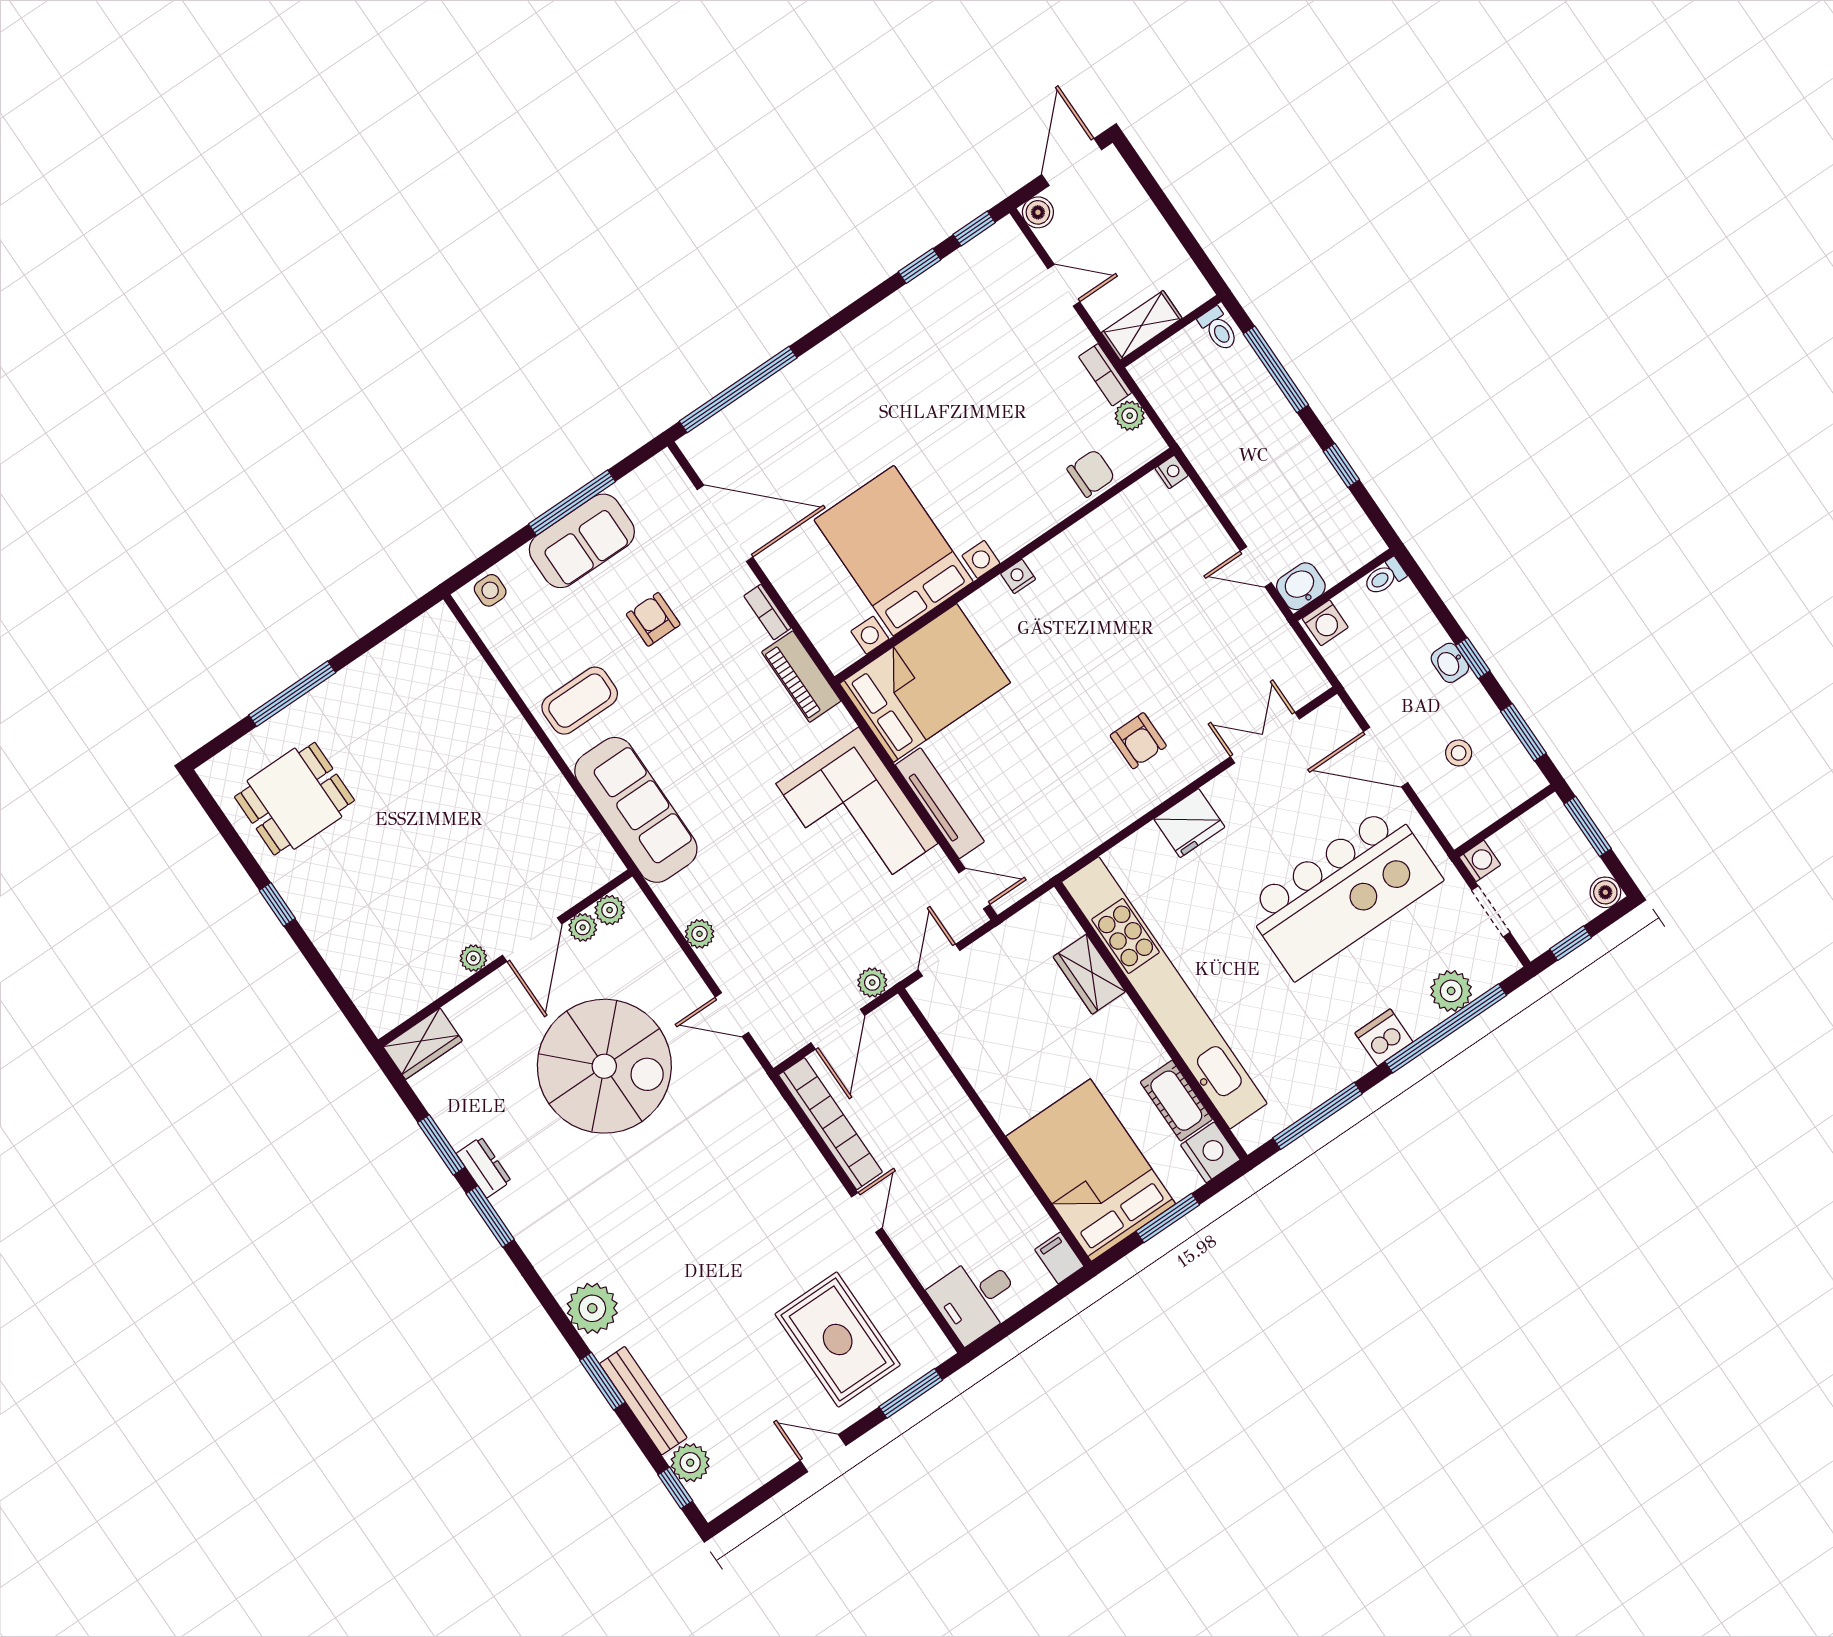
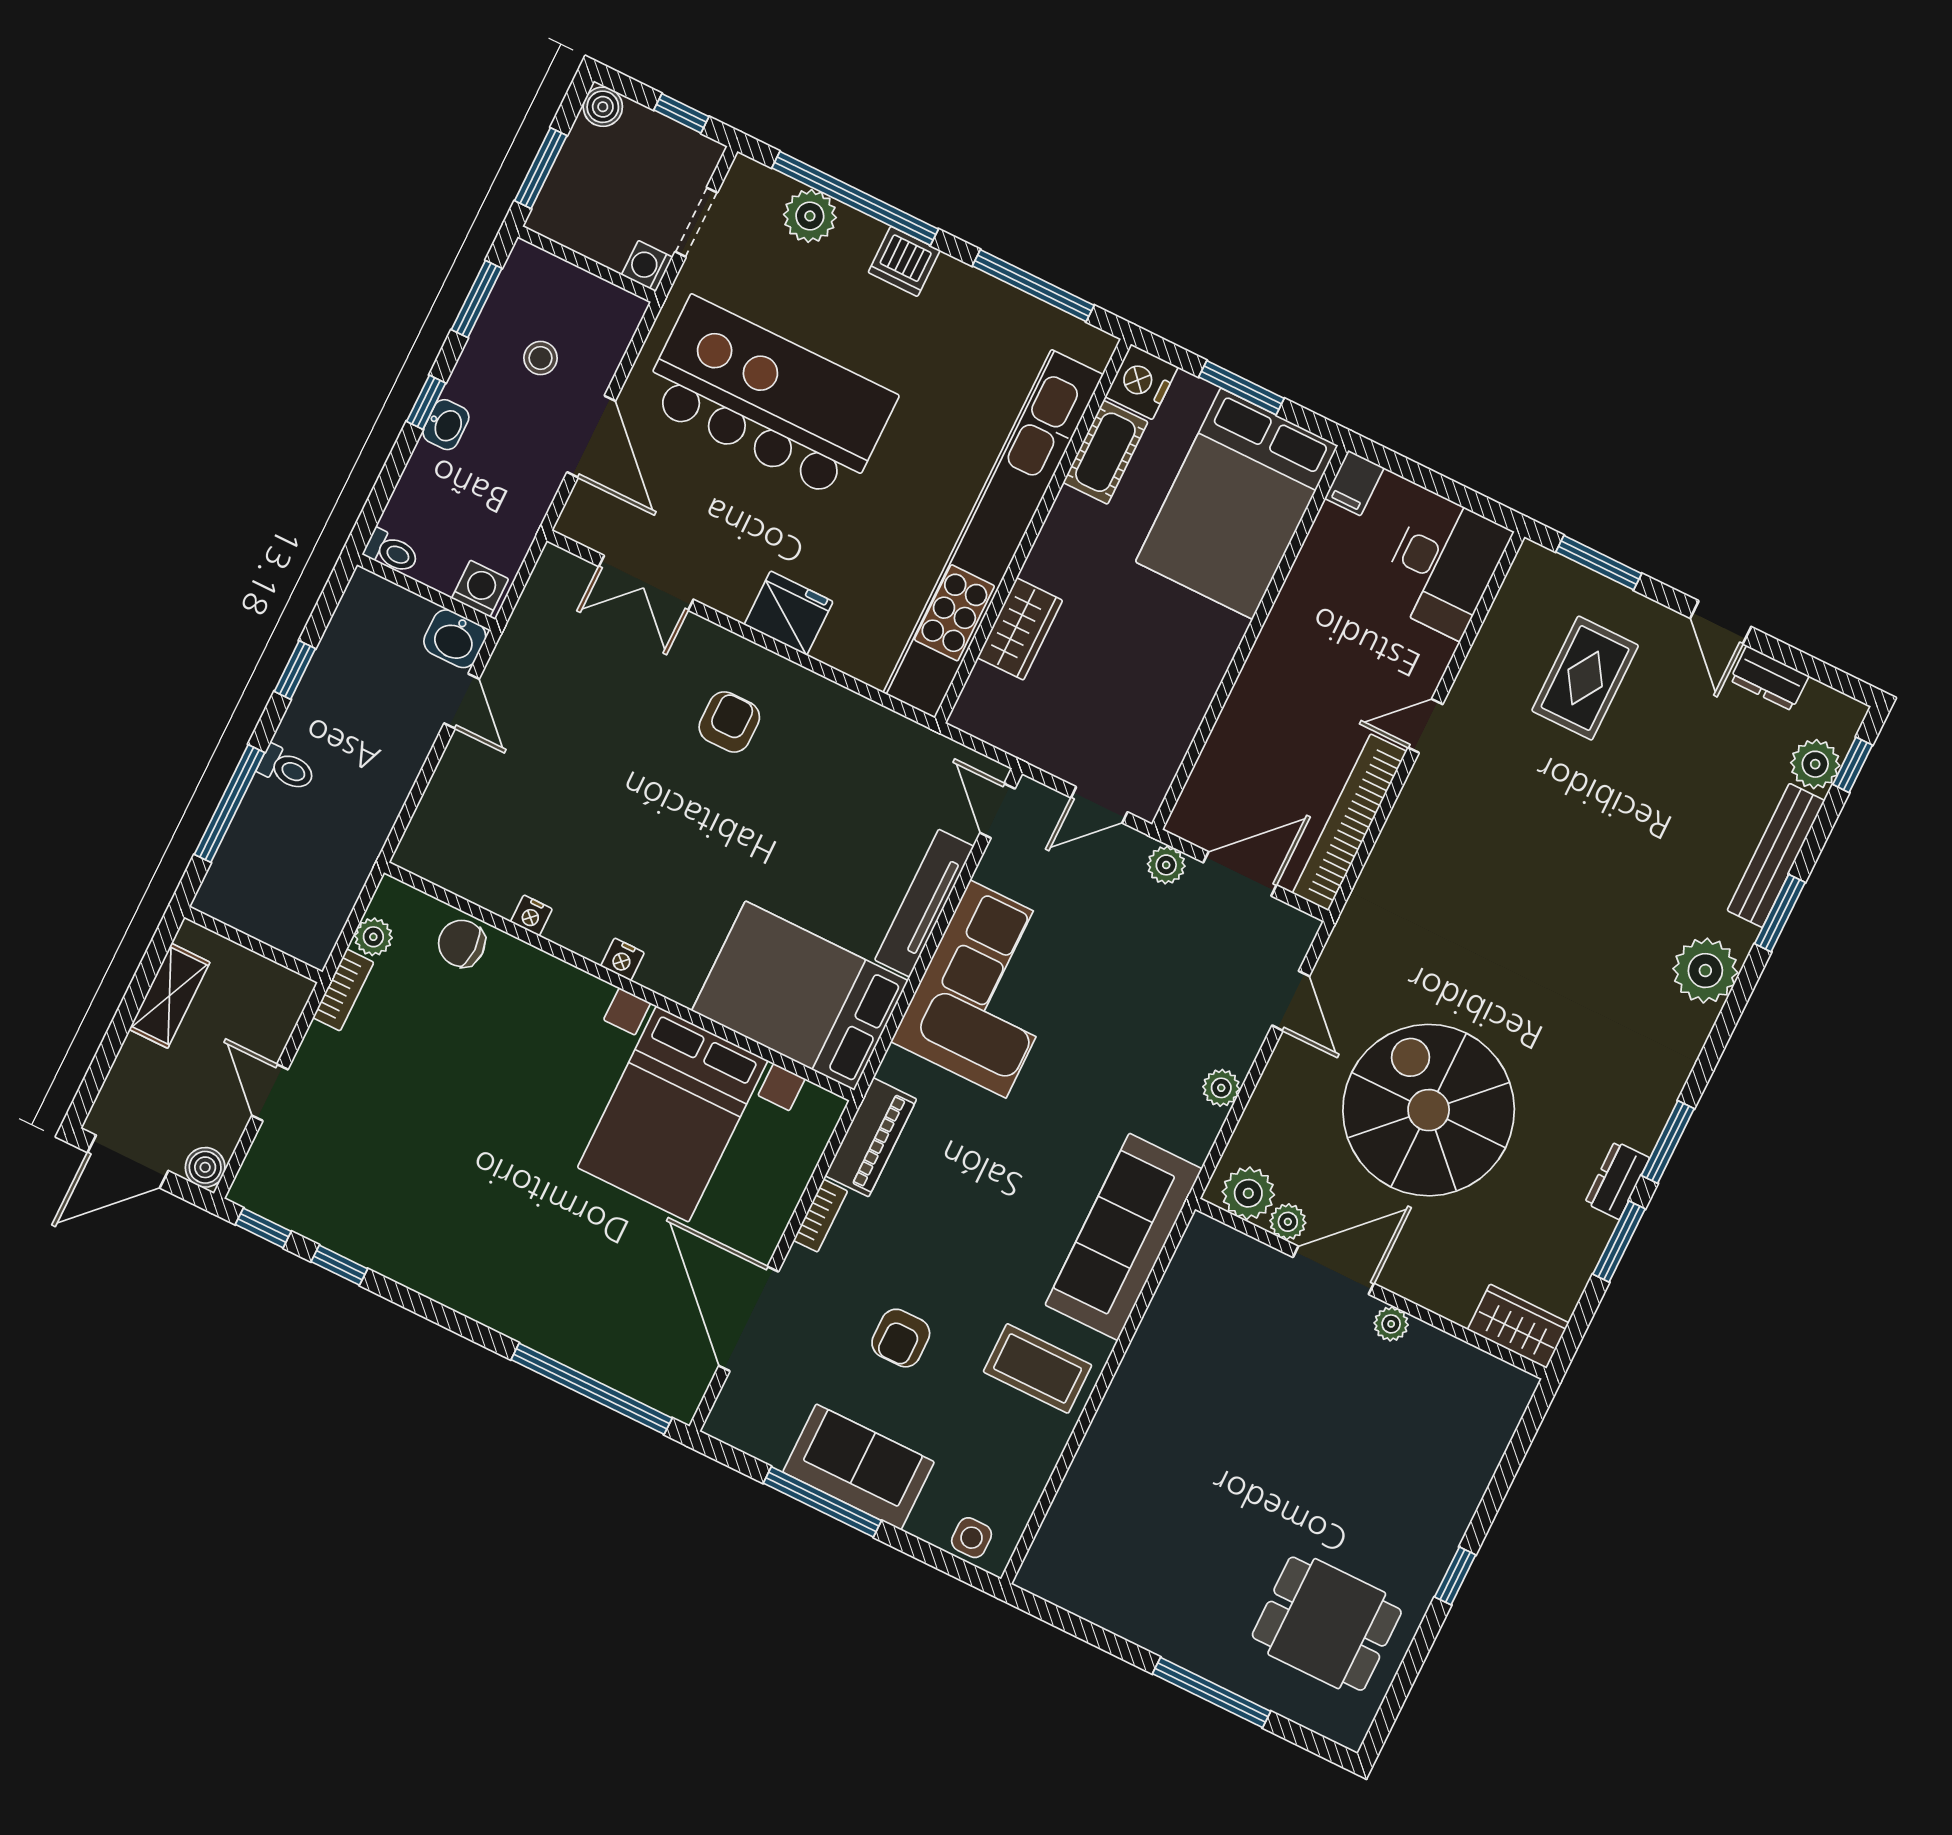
shelving: (1142, 325) -> (170, 996), moved, turned 90
toilet: (1218, 329) -> (287, 768), moved, turned 90
nightstand: (1172, 472) -> (531, 915), moved, turned -90
plant: (610, 910) -> (1248, 1193), width x1.38, depth x1.38
desk: (976, 1298) -> (1444, 566), width x1.37
rug: (838, 1339) -> (1585, 678), width x0.73, depth x0.70
dresser: (766, 1465) -> (1769, 678), added

